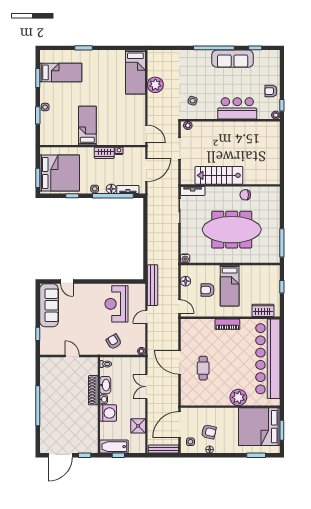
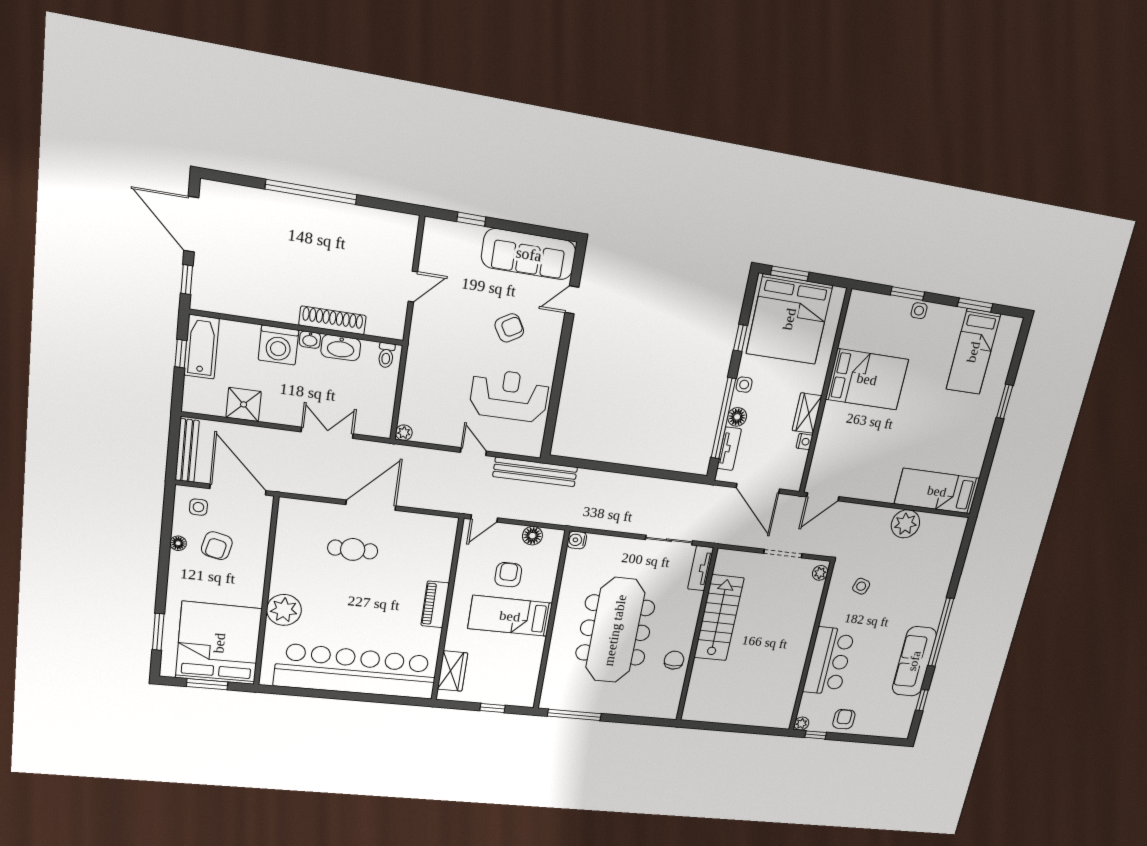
bed: (87, 126) -> (867, 379), width x1.50
armchair: (114, 342) -> (509, 328), moved

